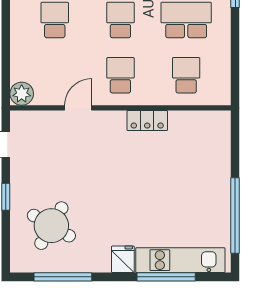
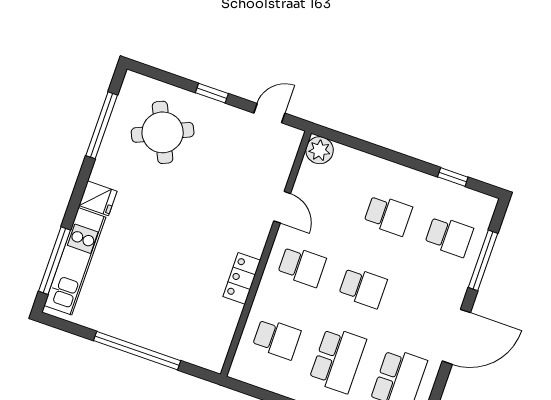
window: (235, 215) -> (137, 351), moved
round table: (51, 226) -> (163, 132), turned 35
window: (166, 277) -> (55, 261), moved

